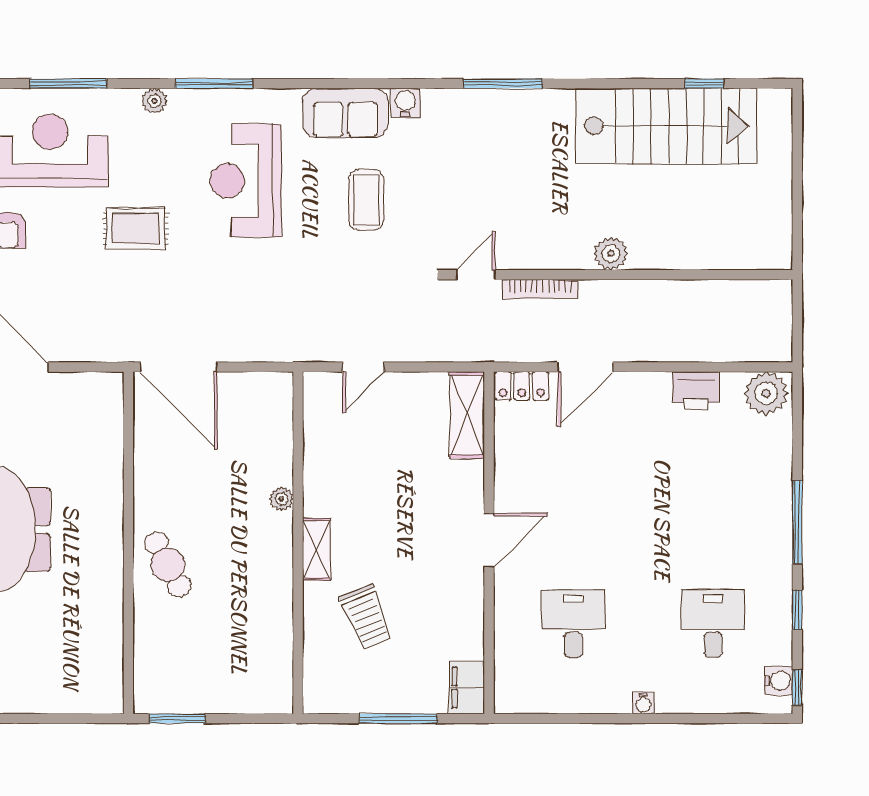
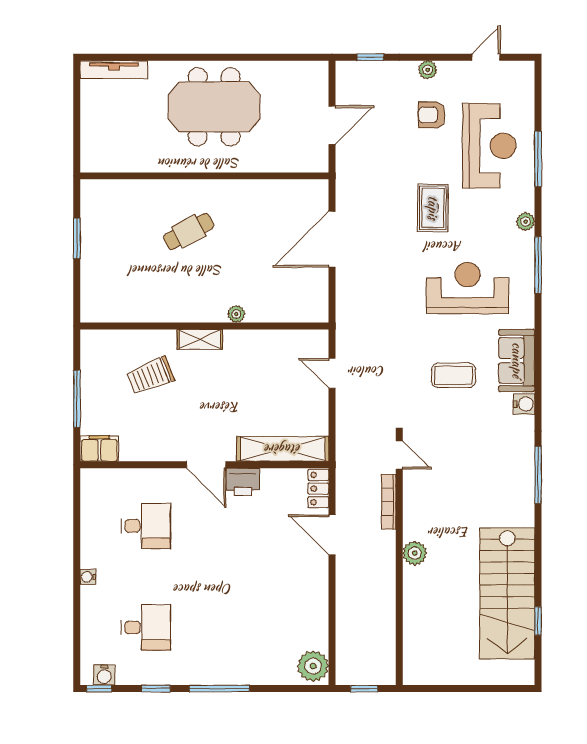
window: (797, 323) -> (364, 689), added
printer: (696, 391) -> (243, 482), moved, turned -90
shelving: (467, 415) -> (283, 449), width x1.47
wall: (128, 543) -> (204, 176), moved

